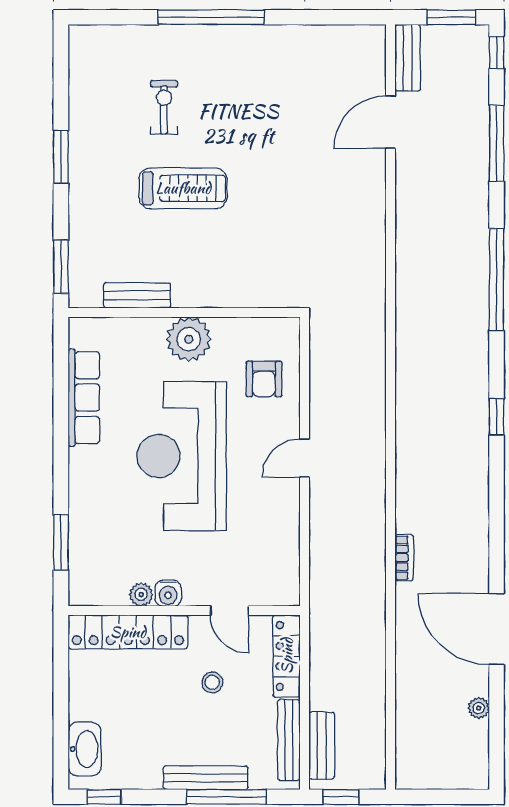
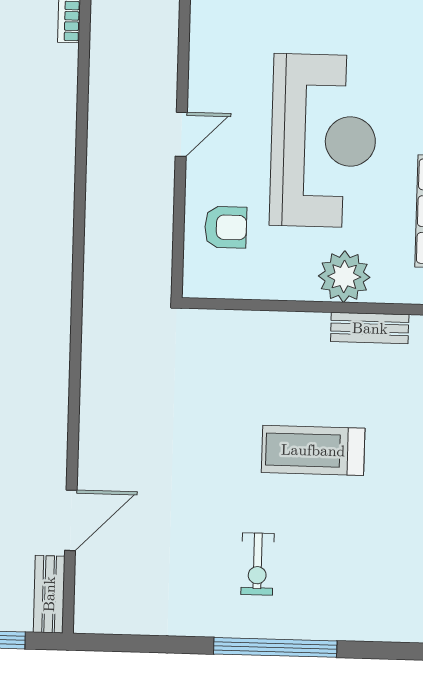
exercise bike: (164, 107) -> (257, 564), moved
plant: (189, 339) -> (344, 277), moved
armchair: (264, 379) -> (226, 227), turned 90

